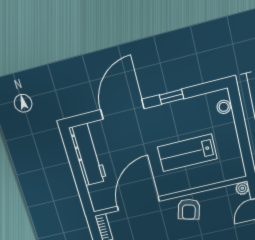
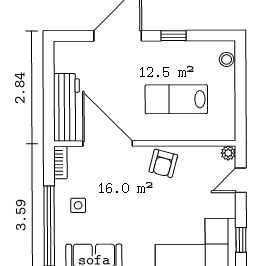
workbench: (88, 154) -> (66, 107), moved
door: (138, 204) -> (108, 144), hinge flipped

